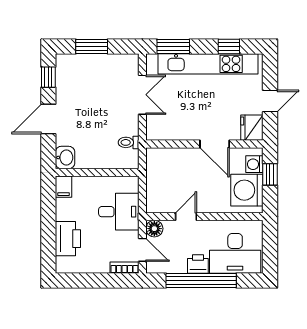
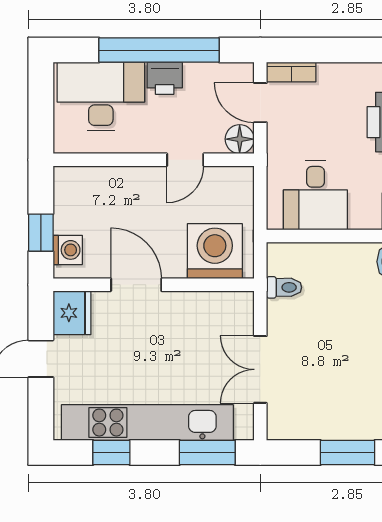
washing machine: (247, 190) -> (215, 251), moved, turned -90
desk: (119, 212) -> (315, 195), moved, turned -90

